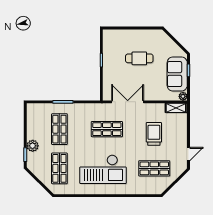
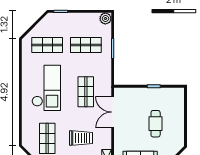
double door: (128, 102) -> (113, 112), swing flipped
plant: (33, 146) -> (105, 19), moved
checkout: (103, 169) -> (46, 88), turned 180

